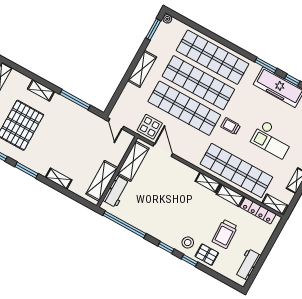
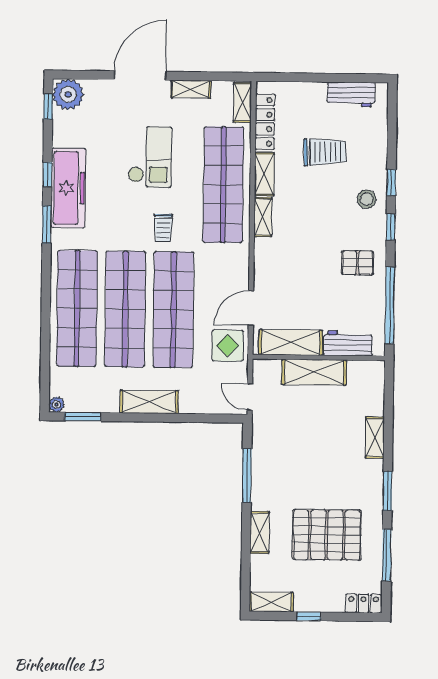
door: (116, 124) -> (250, 397), swing flipped
shelving: (102, 181) -> (314, 372), moved
pallet: (207, 255) -> (357, 263), moved, turned 90

